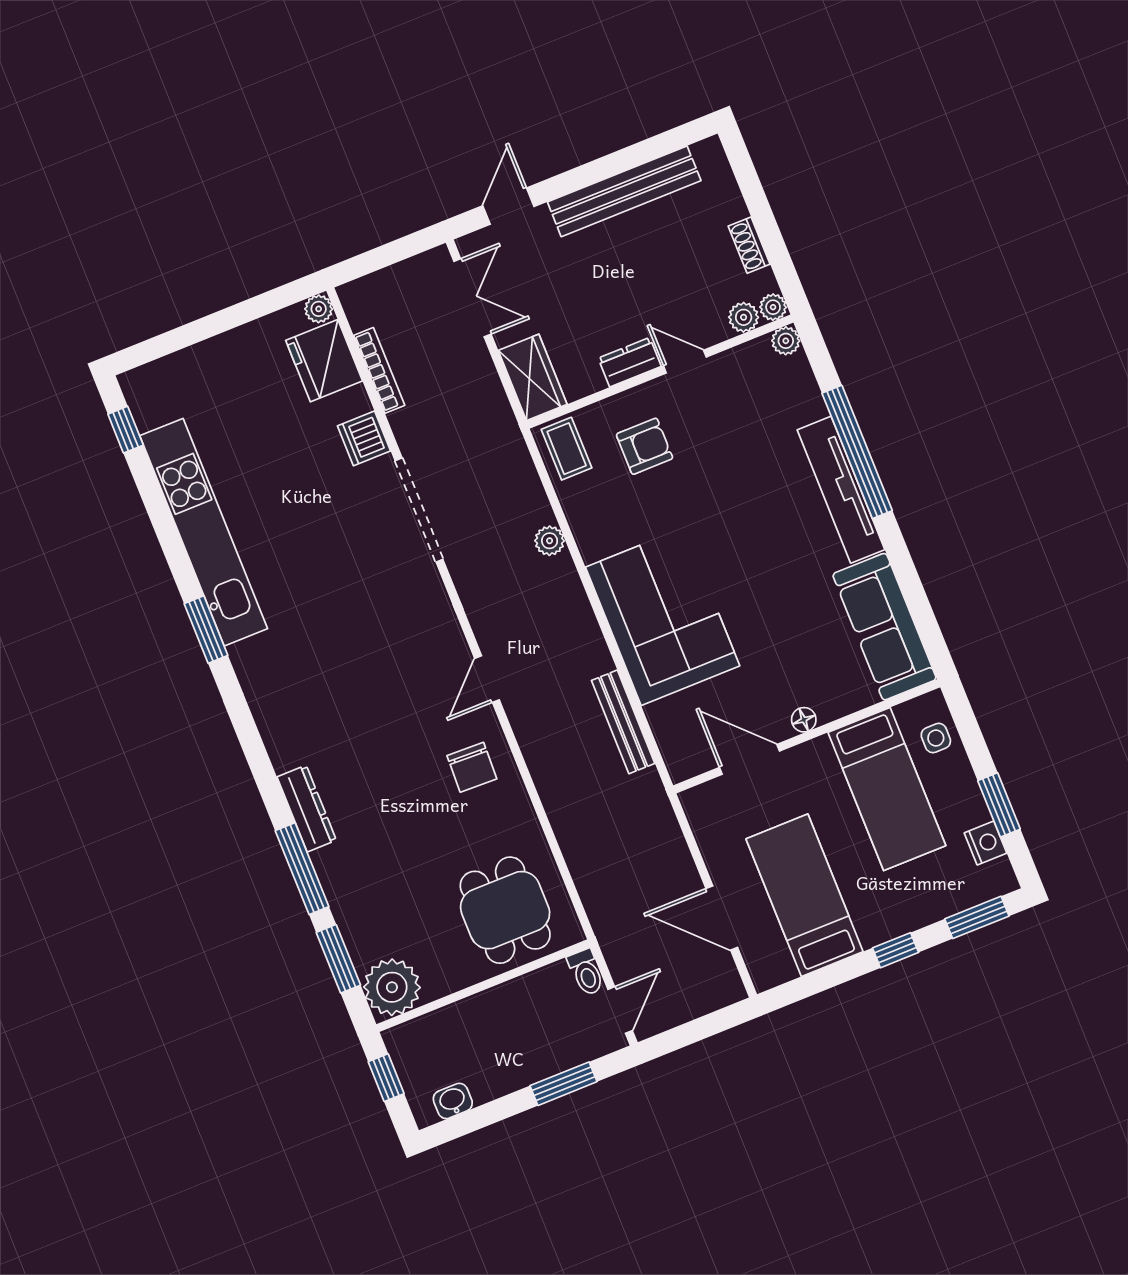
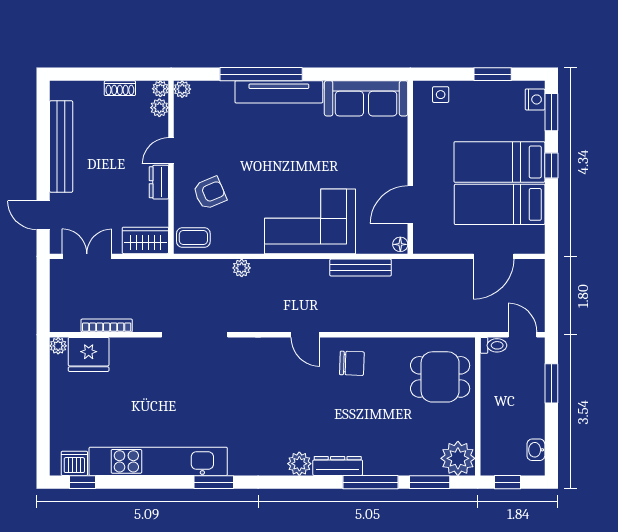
dishwasher: (364, 438) -> (74, 463), moved, turned 180
armchair: (645, 446) -> (210, 193), turned 67
floor lamp: (804, 720) -> (400, 244), moved
plant: (287, 749) -> (299, 464), added
bed: (887, 789) -> (499, 162), moved, turned 180
nightstand: (986, 843) -> (535, 99), moved, turned 90

